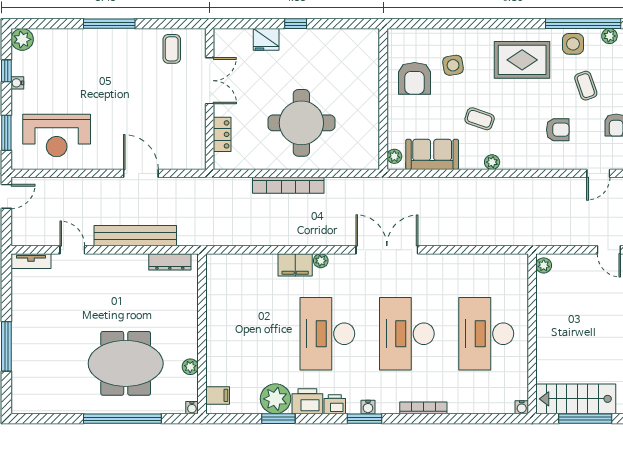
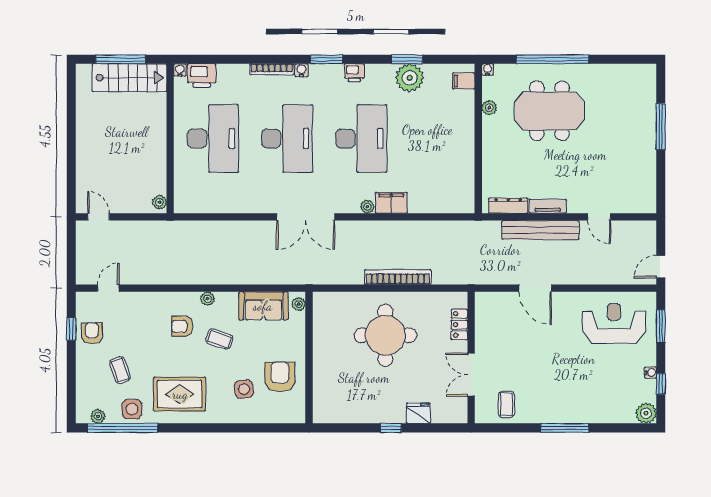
armchair: (558, 130) -> (182, 326), moved
tv unit: (31, 261) -> (548, 206), moved
printer: (307, 401) -> (202, 76), moved
water cooler: (368, 407) -> (301, 70), moved

